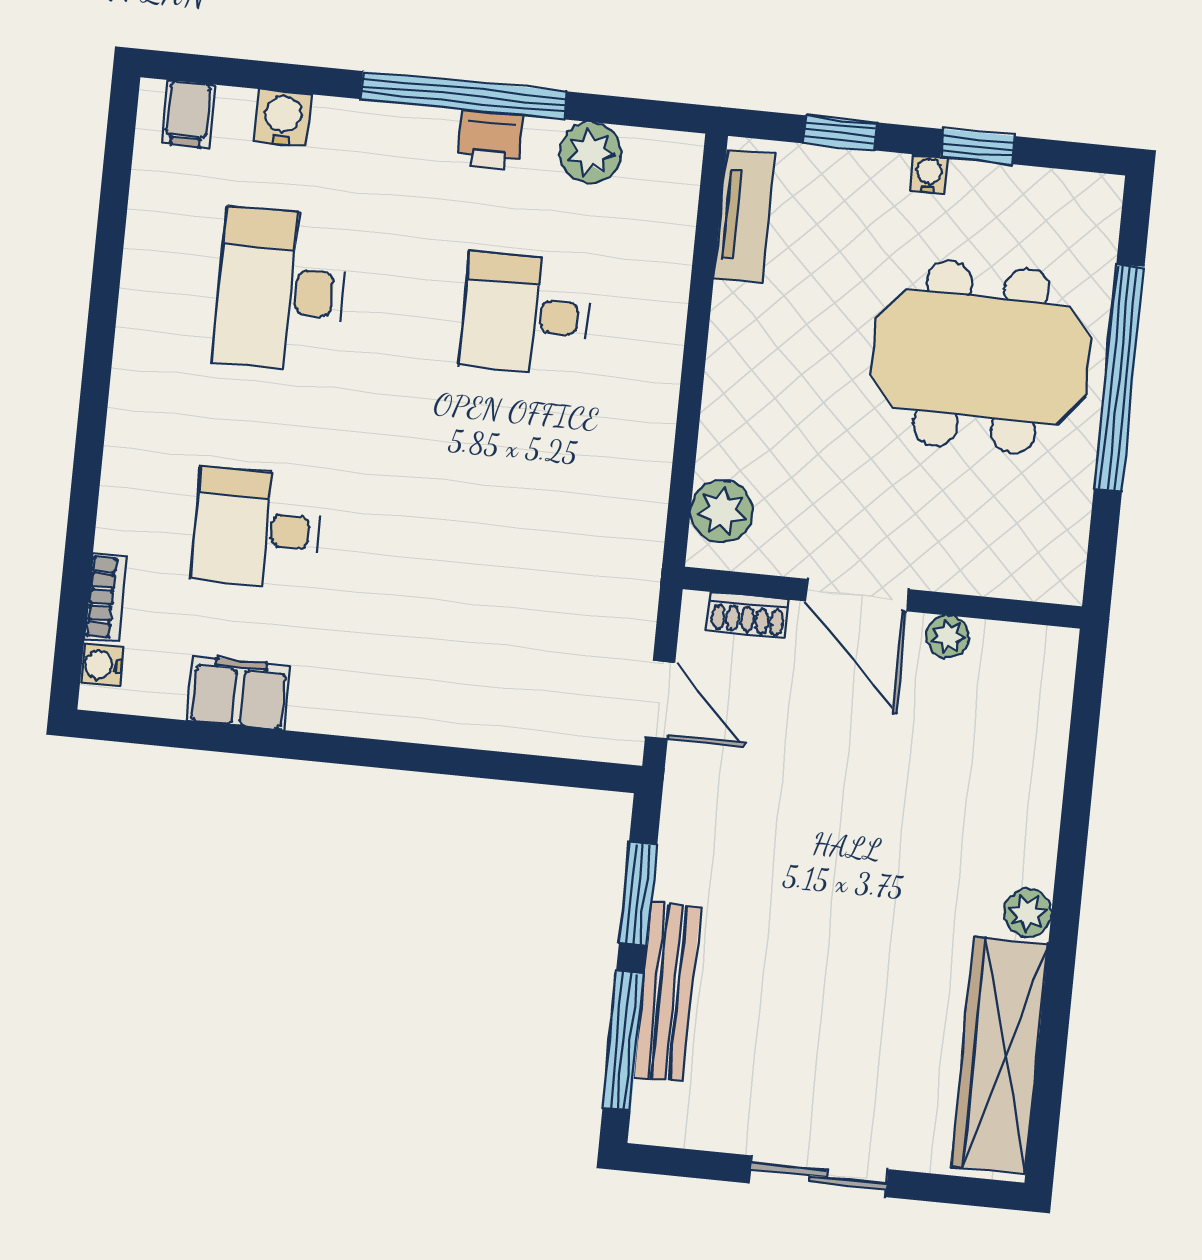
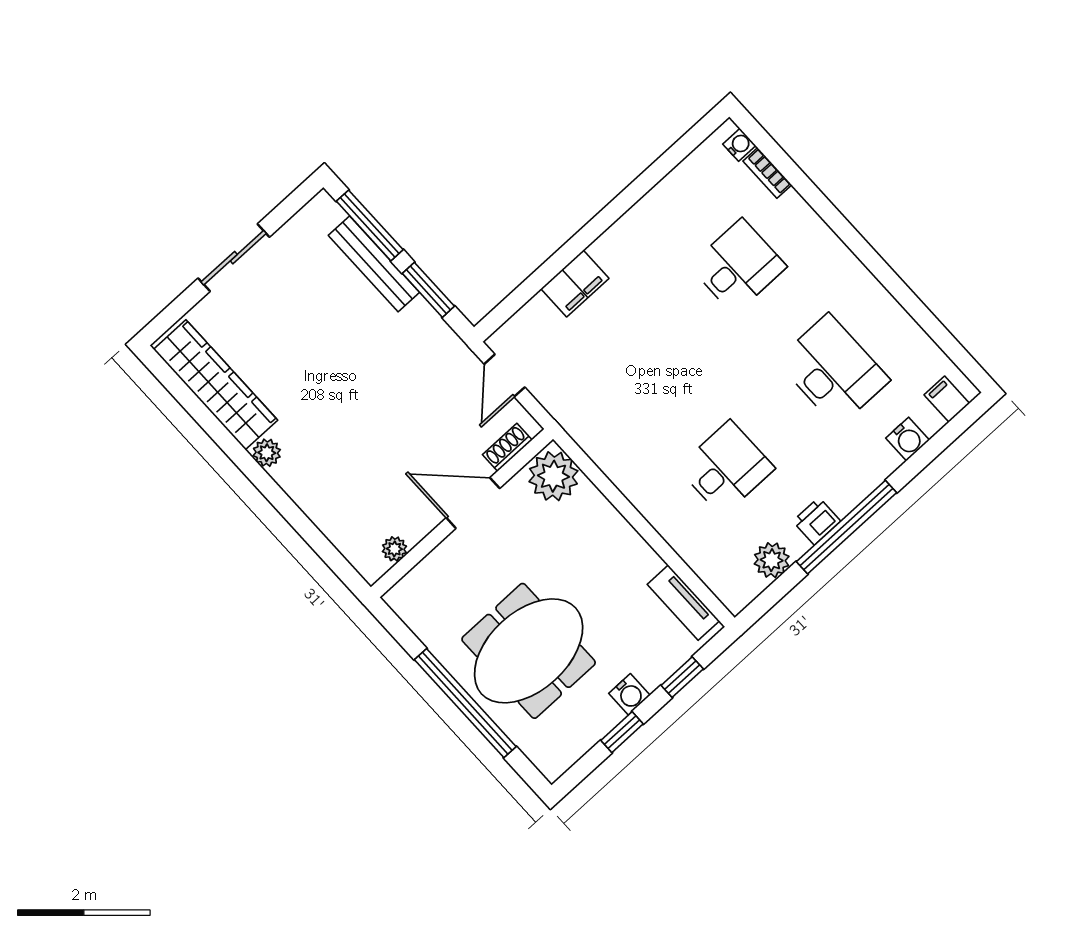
water cooler: (929, 174) -> (629, 694), width x1.38, depth x1.38
plant: (722, 511) -> (553, 476), width x1.36, depth x1.36
plant: (948, 637) -> (394, 549), moved
filing cabinet: (239, 693) -> (575, 283), moved
door: (660, 700) -> (504, 376), hinge flipped

